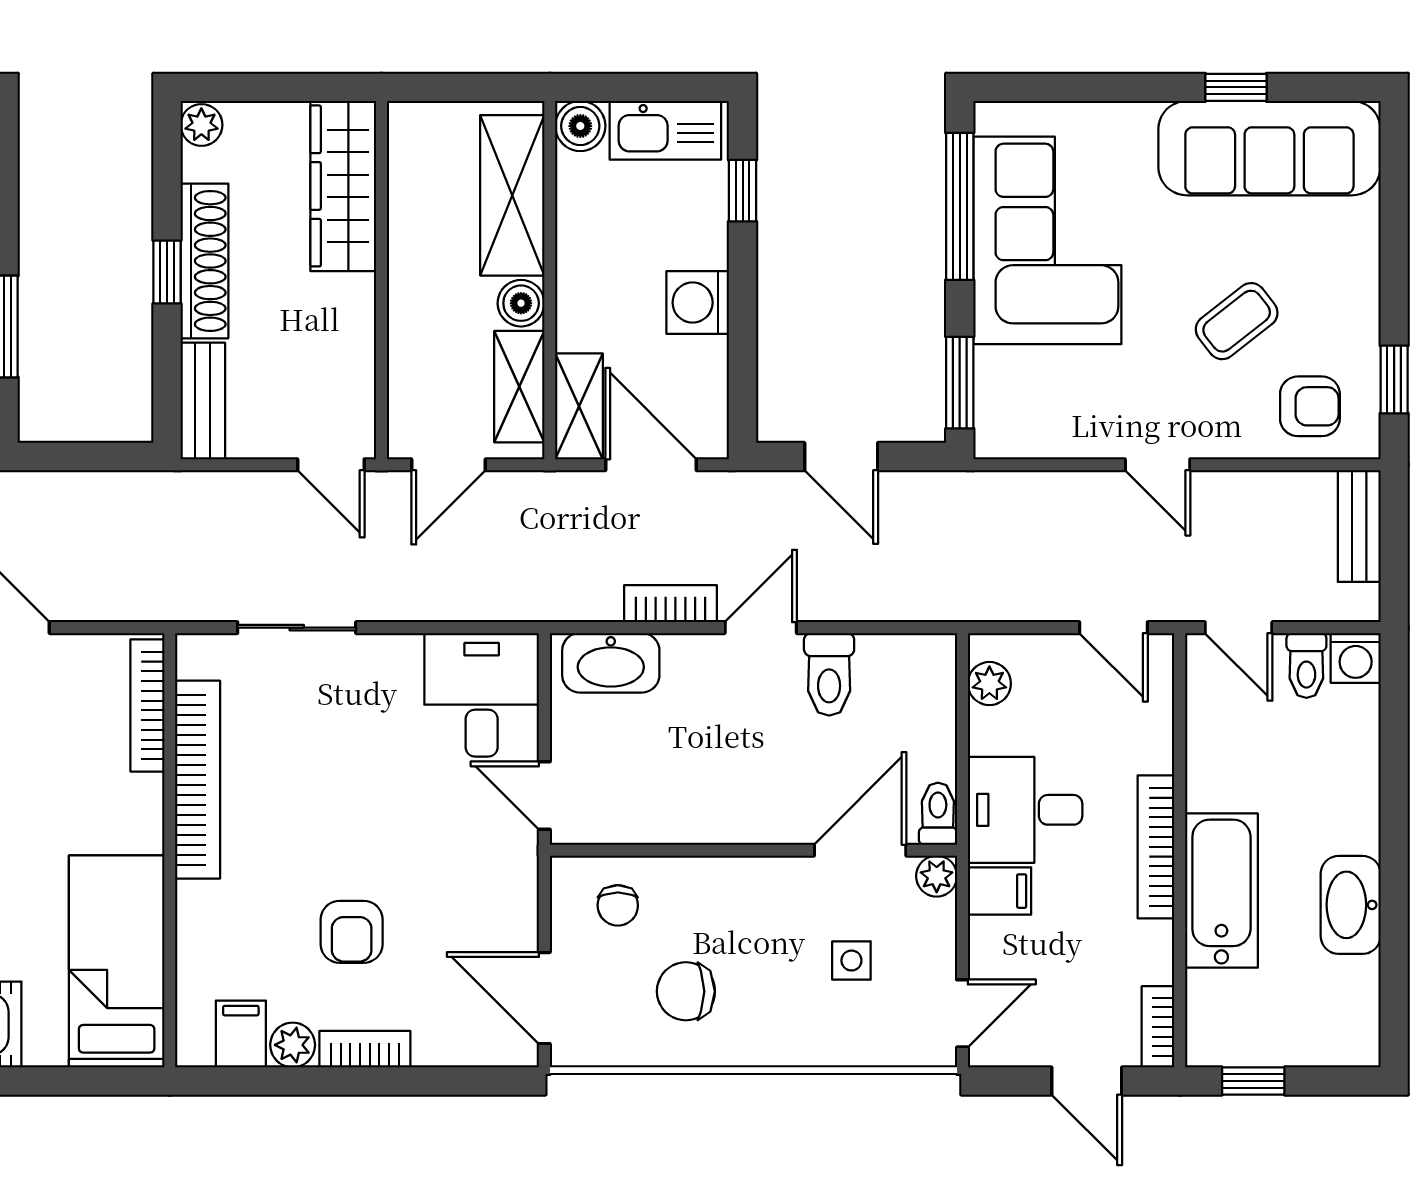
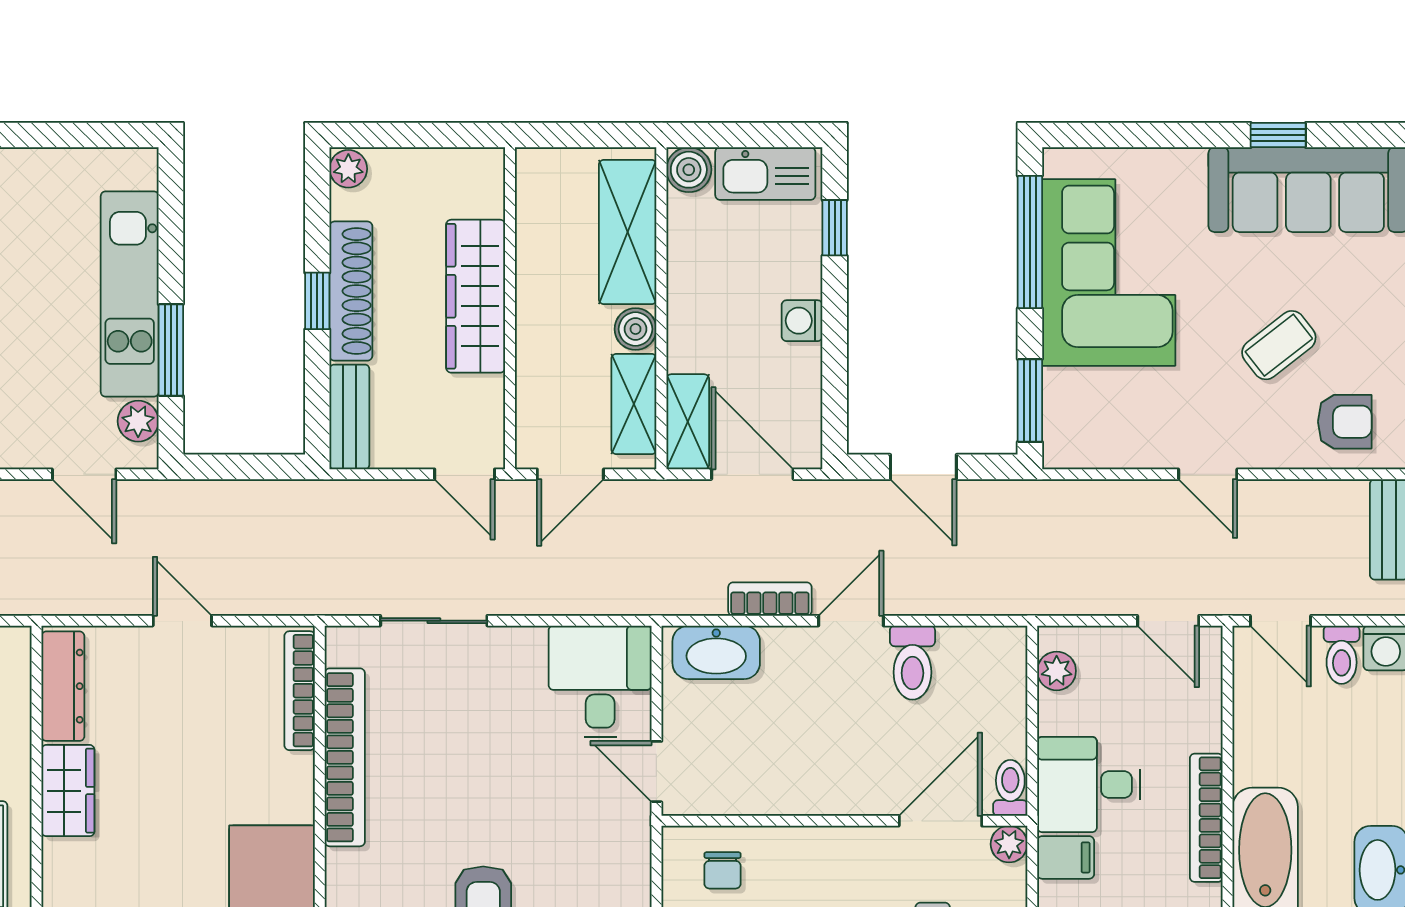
wardrobe: (343, 186) -> (476, 296), moved
washing machine: (698, 302) -> (802, 321), width x0.73, depth x0.73

